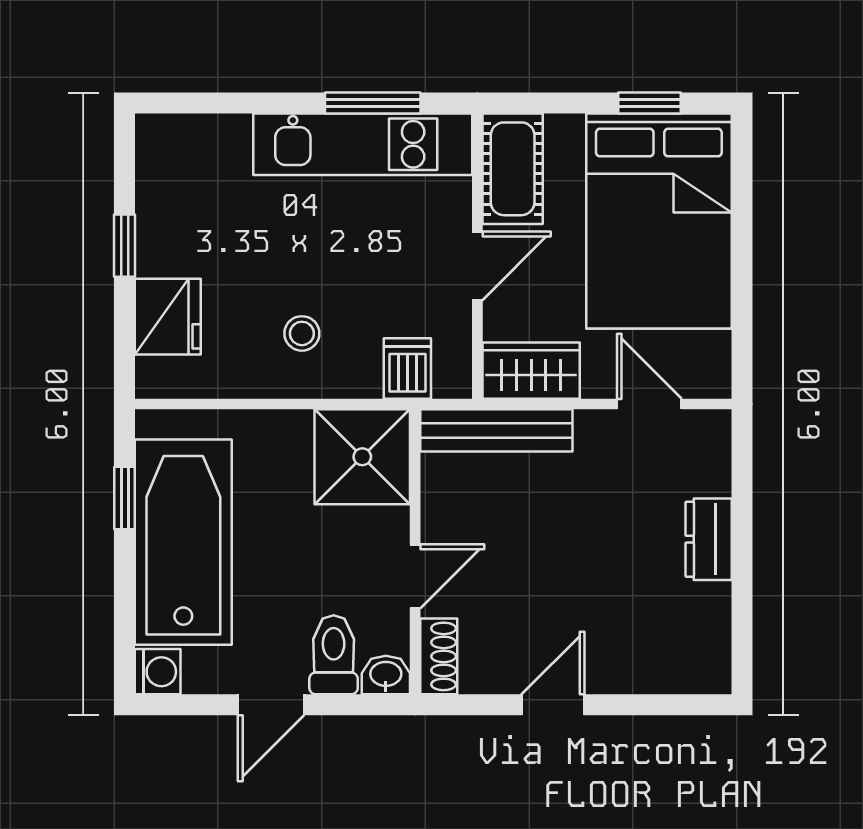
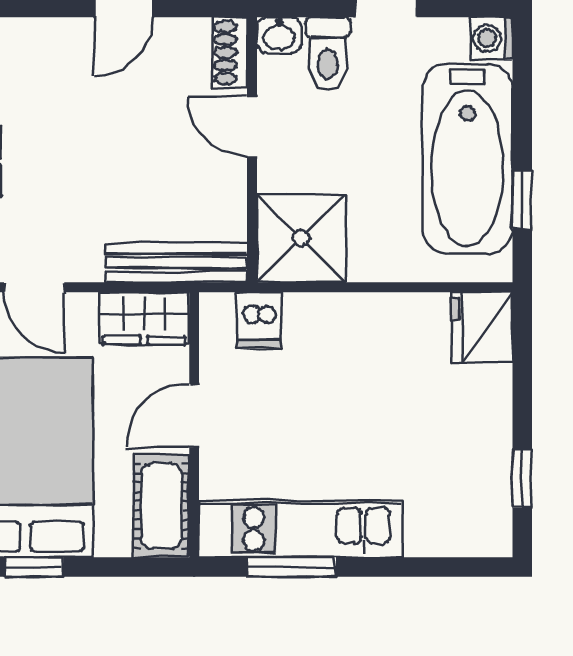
window: (125, 246) -> (522, 479), moved
fridge: (168, 317) -> (482, 327), moved
stool: (302, 333) -> (357, 353), removed
door: (415, 576) -> (252, 127), hinge flipped

